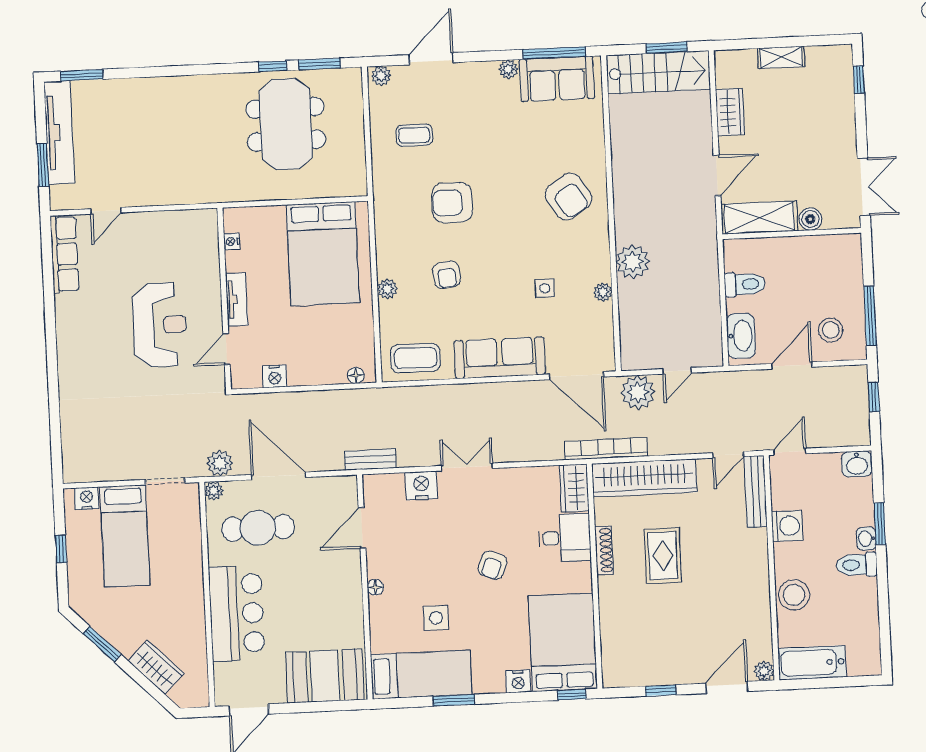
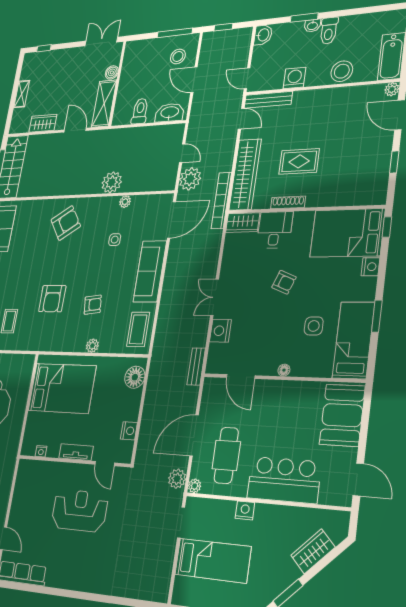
floor lamp: (356, 375) -> (135, 377), width x1.89, depth x1.89
nightstand: (87, 498) -> (245, 510), moved, turned 90

